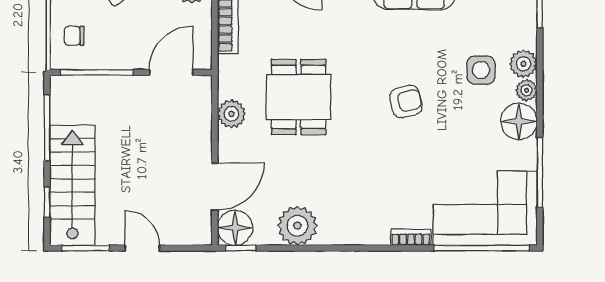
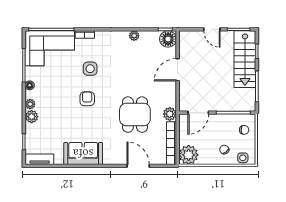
side table: (481, 70) -> (90, 69), moved
dining table: (299, 97) -> (135, 115), moved
armchair: (406, 101) -> (87, 99), turned 103
plant: (231, 114) -> (170, 114), moved
floor lamp: (519, 121) -> (30, 85), width x0.53, depth x0.53
door: (215, 187) -> (178, 70), moved
plant: (297, 226) -> (134, 36), width x0.53, depth x0.53

